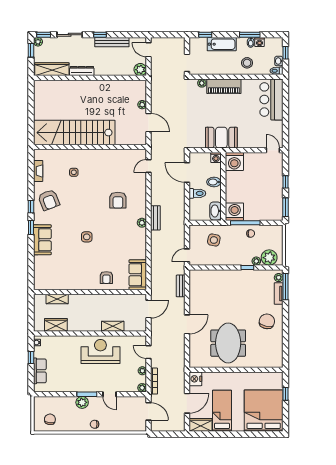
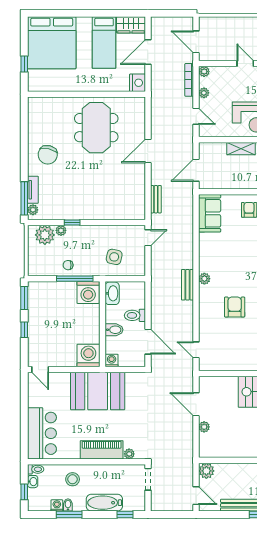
booth: (221, 138) -> (98, 391), width x1.36, depth x1.42
door: (149, 166) -> (196, 350), swing flipped

